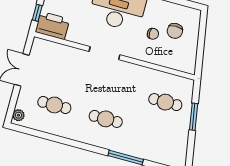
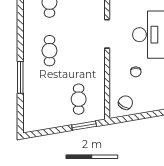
chair: (175, 31) -> (125, 103), moved, turned 118
window: (194, 117) -> (84, 126), moved

